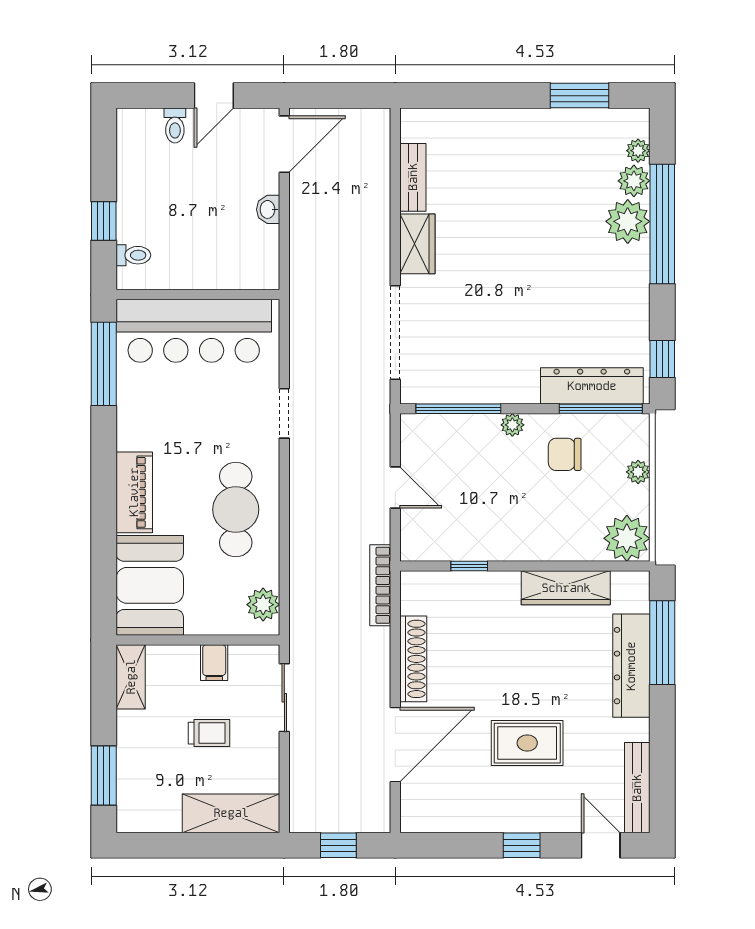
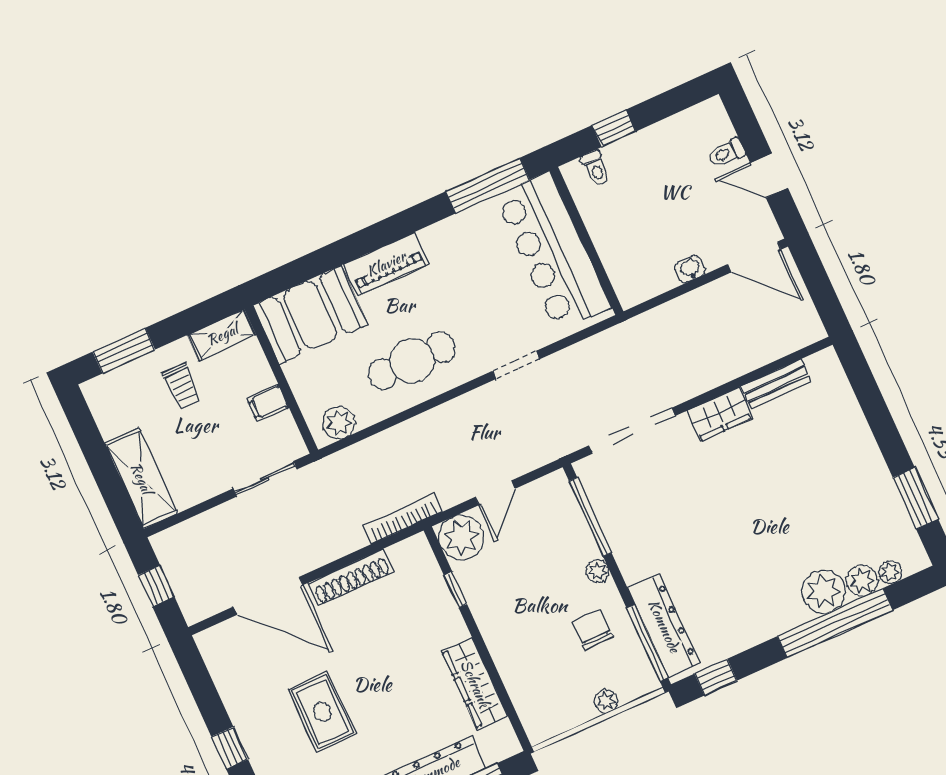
plant: (627, 538) -> (461, 538), moved
trolley: (209, 733) -> (182, 386), moved

